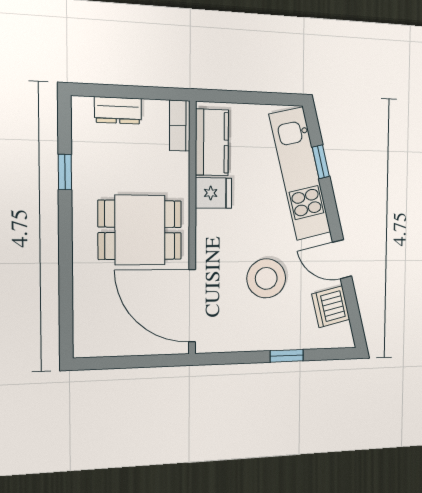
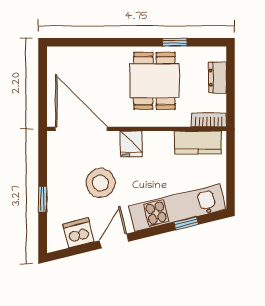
fridge: (214, 193) -> (131, 144), moved
dining table: (140, 230) -> (154, 81), moved
door: (192, 306) -> (81, 129), hinge flipped

